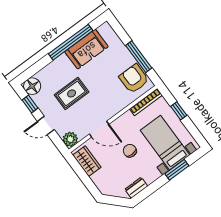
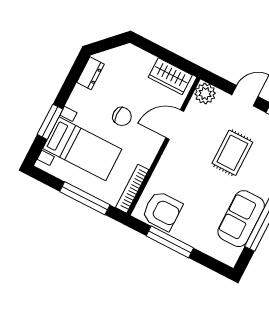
window: (179, 111) -> (85, 198), width x2.17

